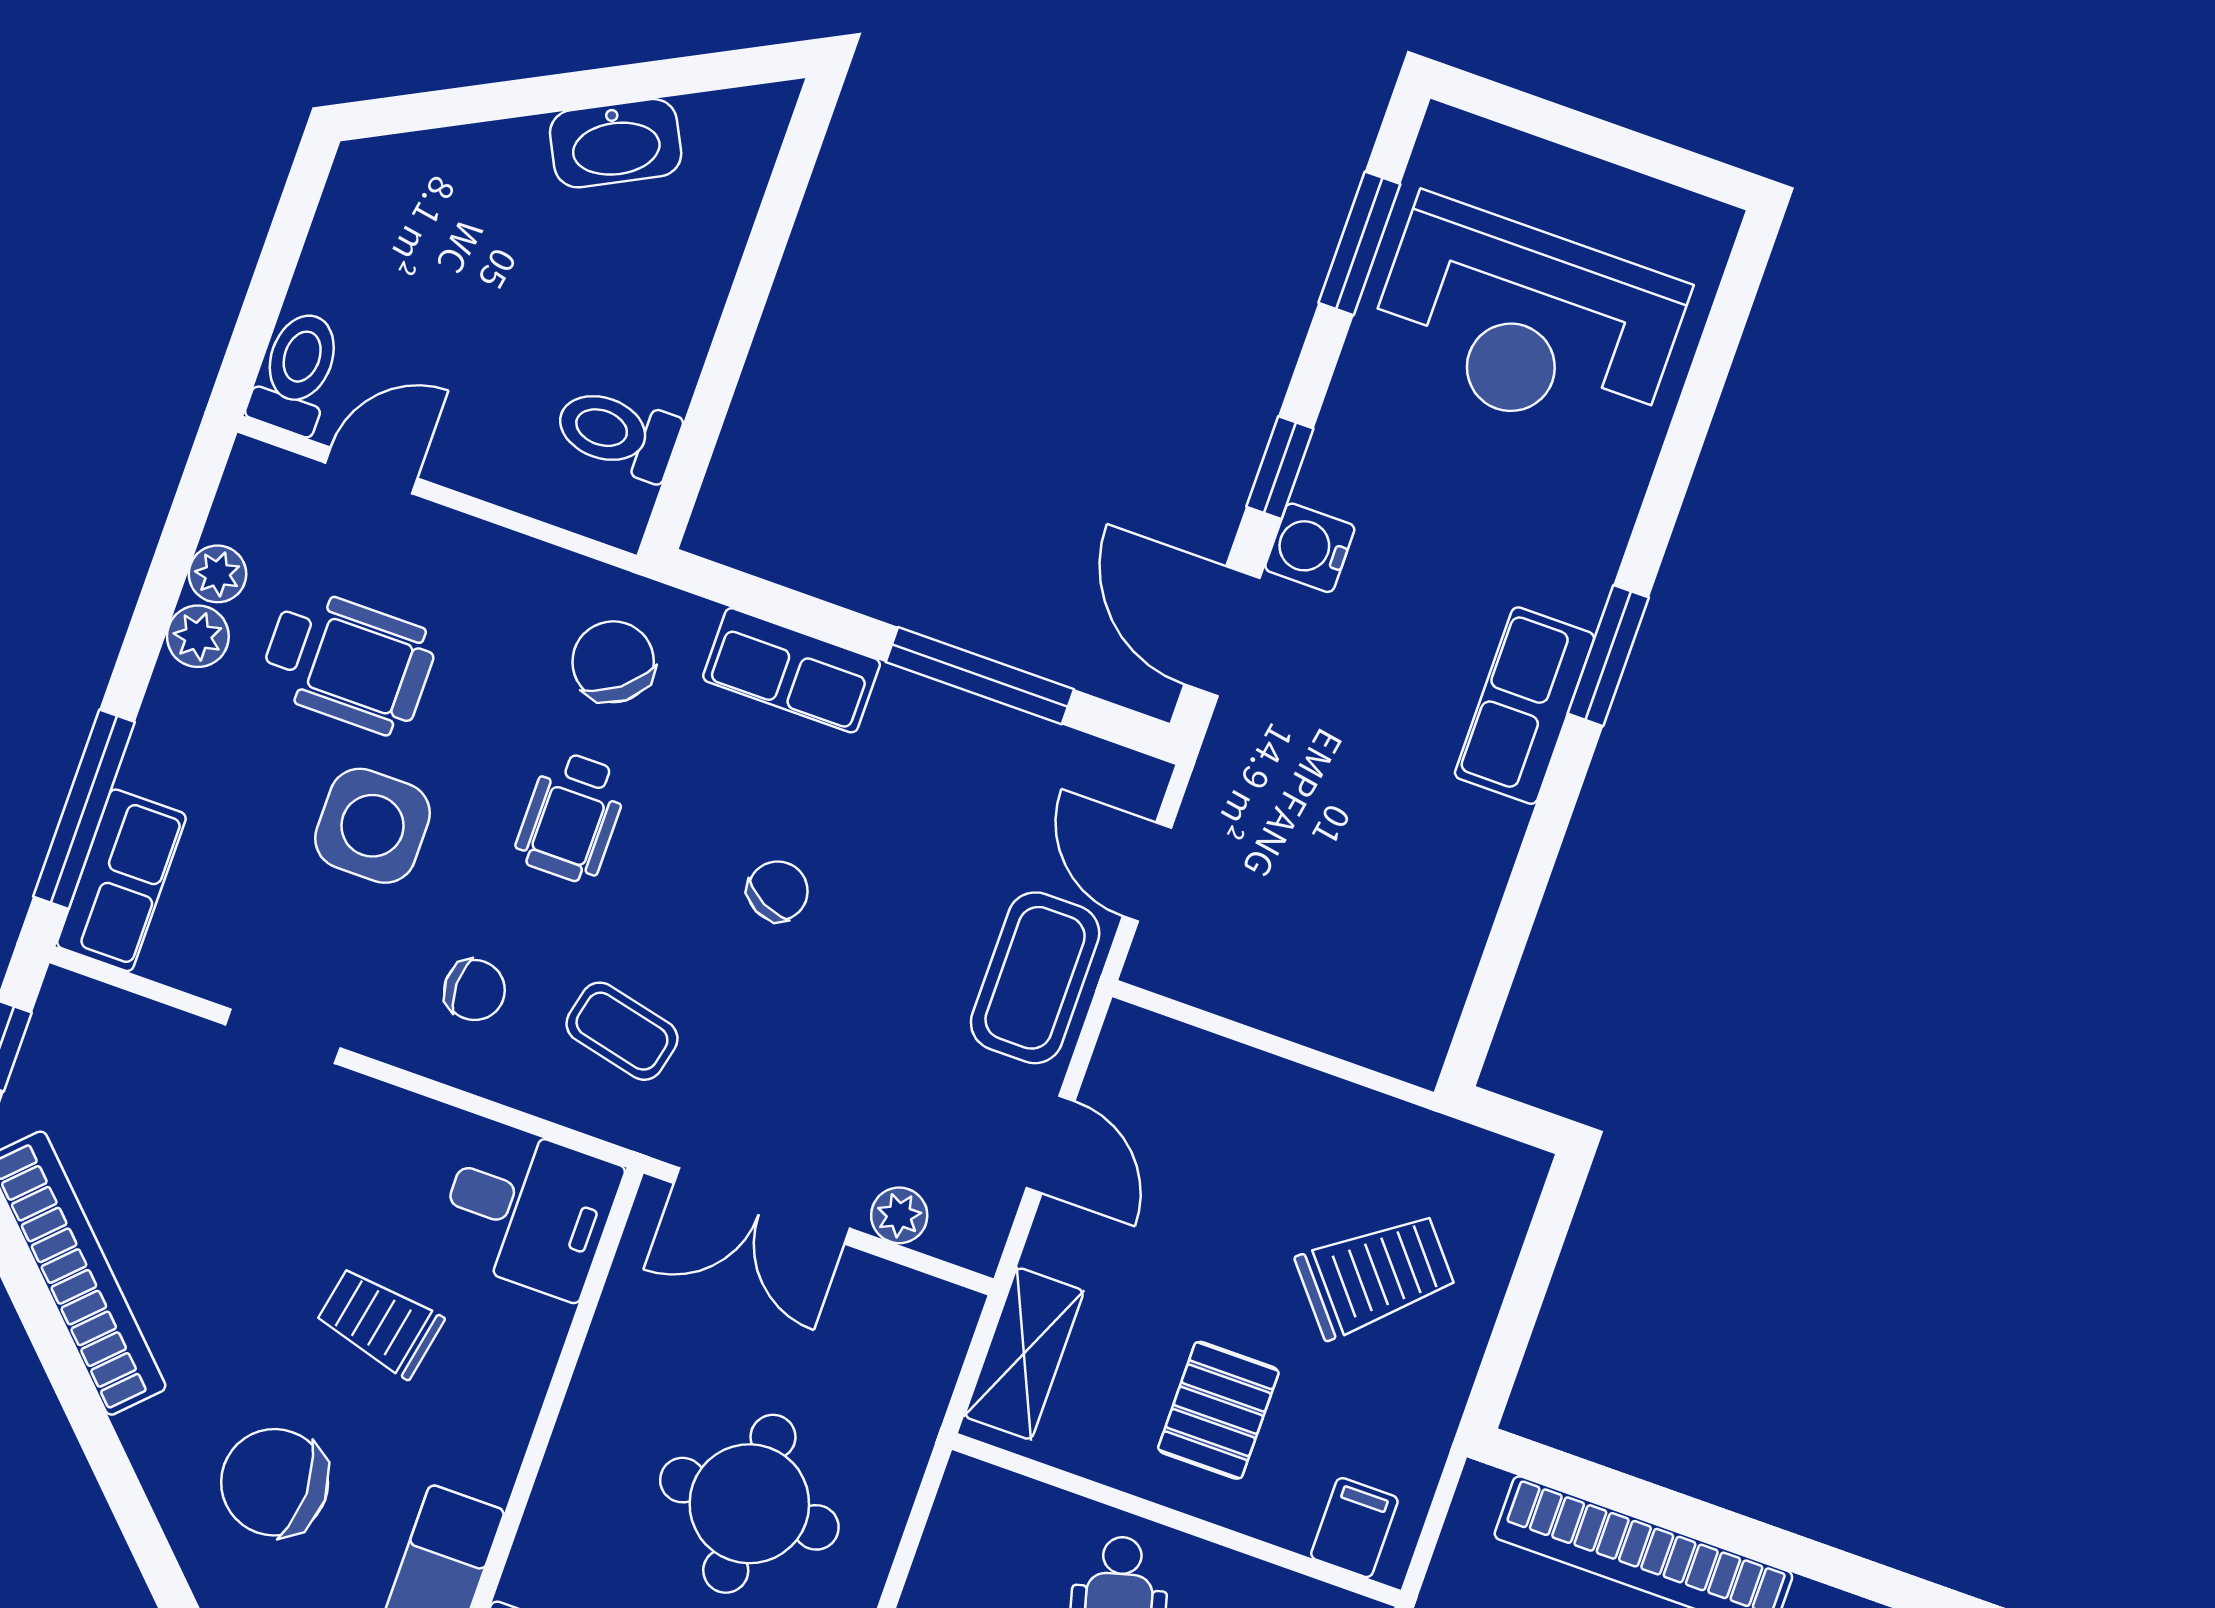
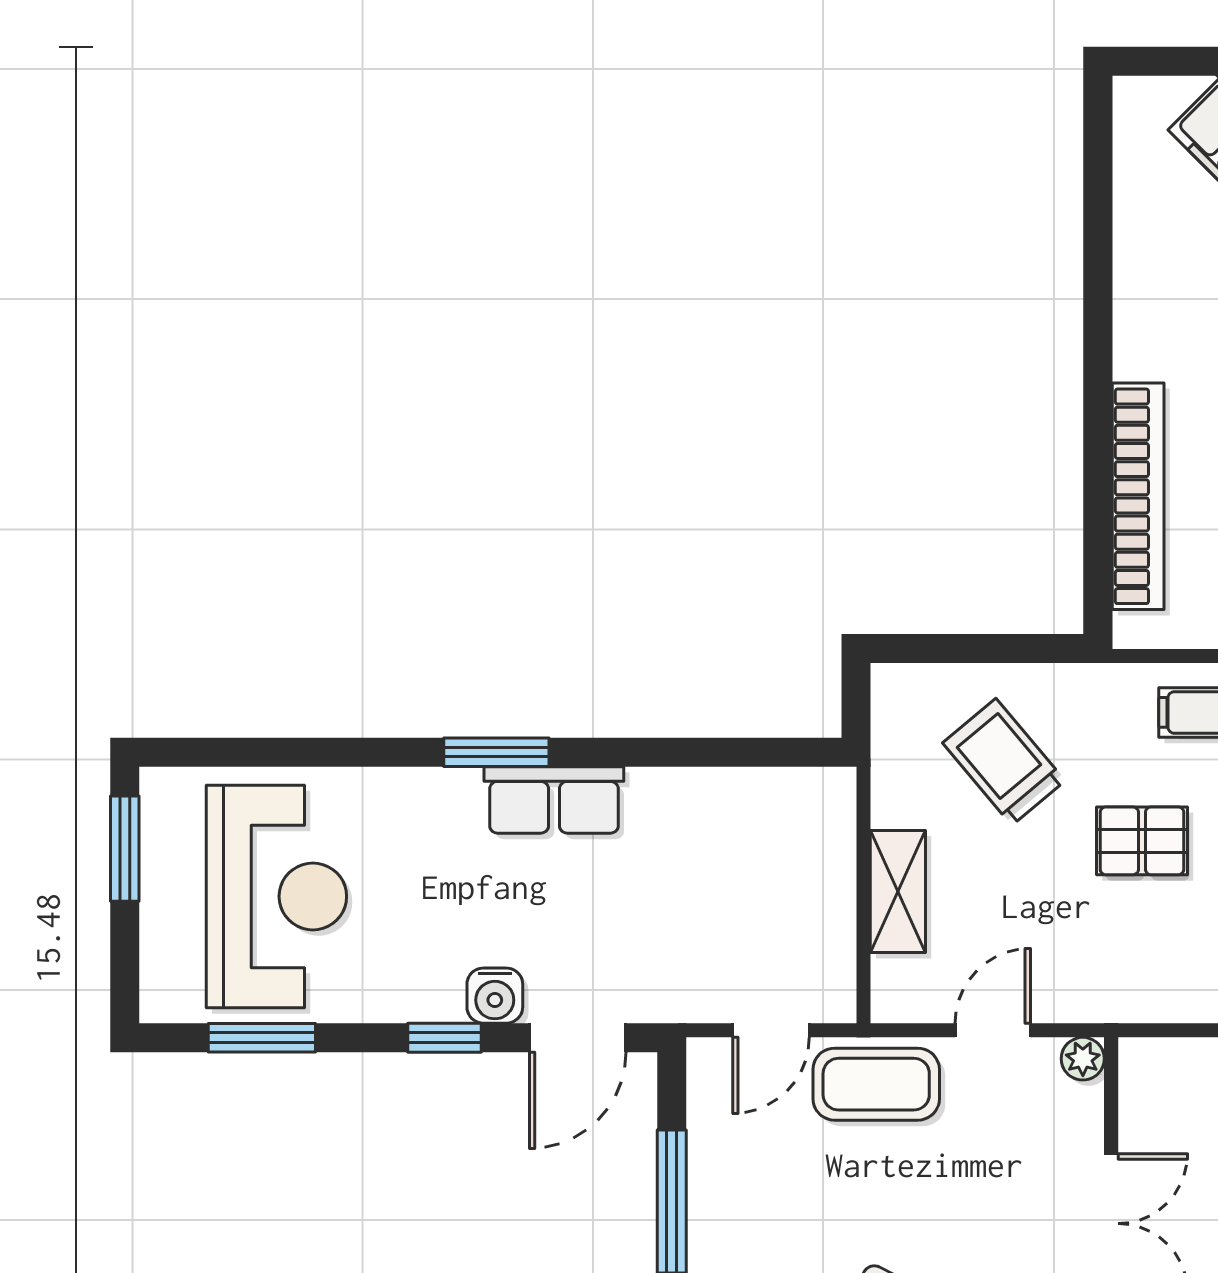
window: (1651, 157) -> (125, 849), added
plant: (899, 1215) -> (1083, 1059), moved
shelving: (1024, 1354) -> (898, 891), moved, turned 90

